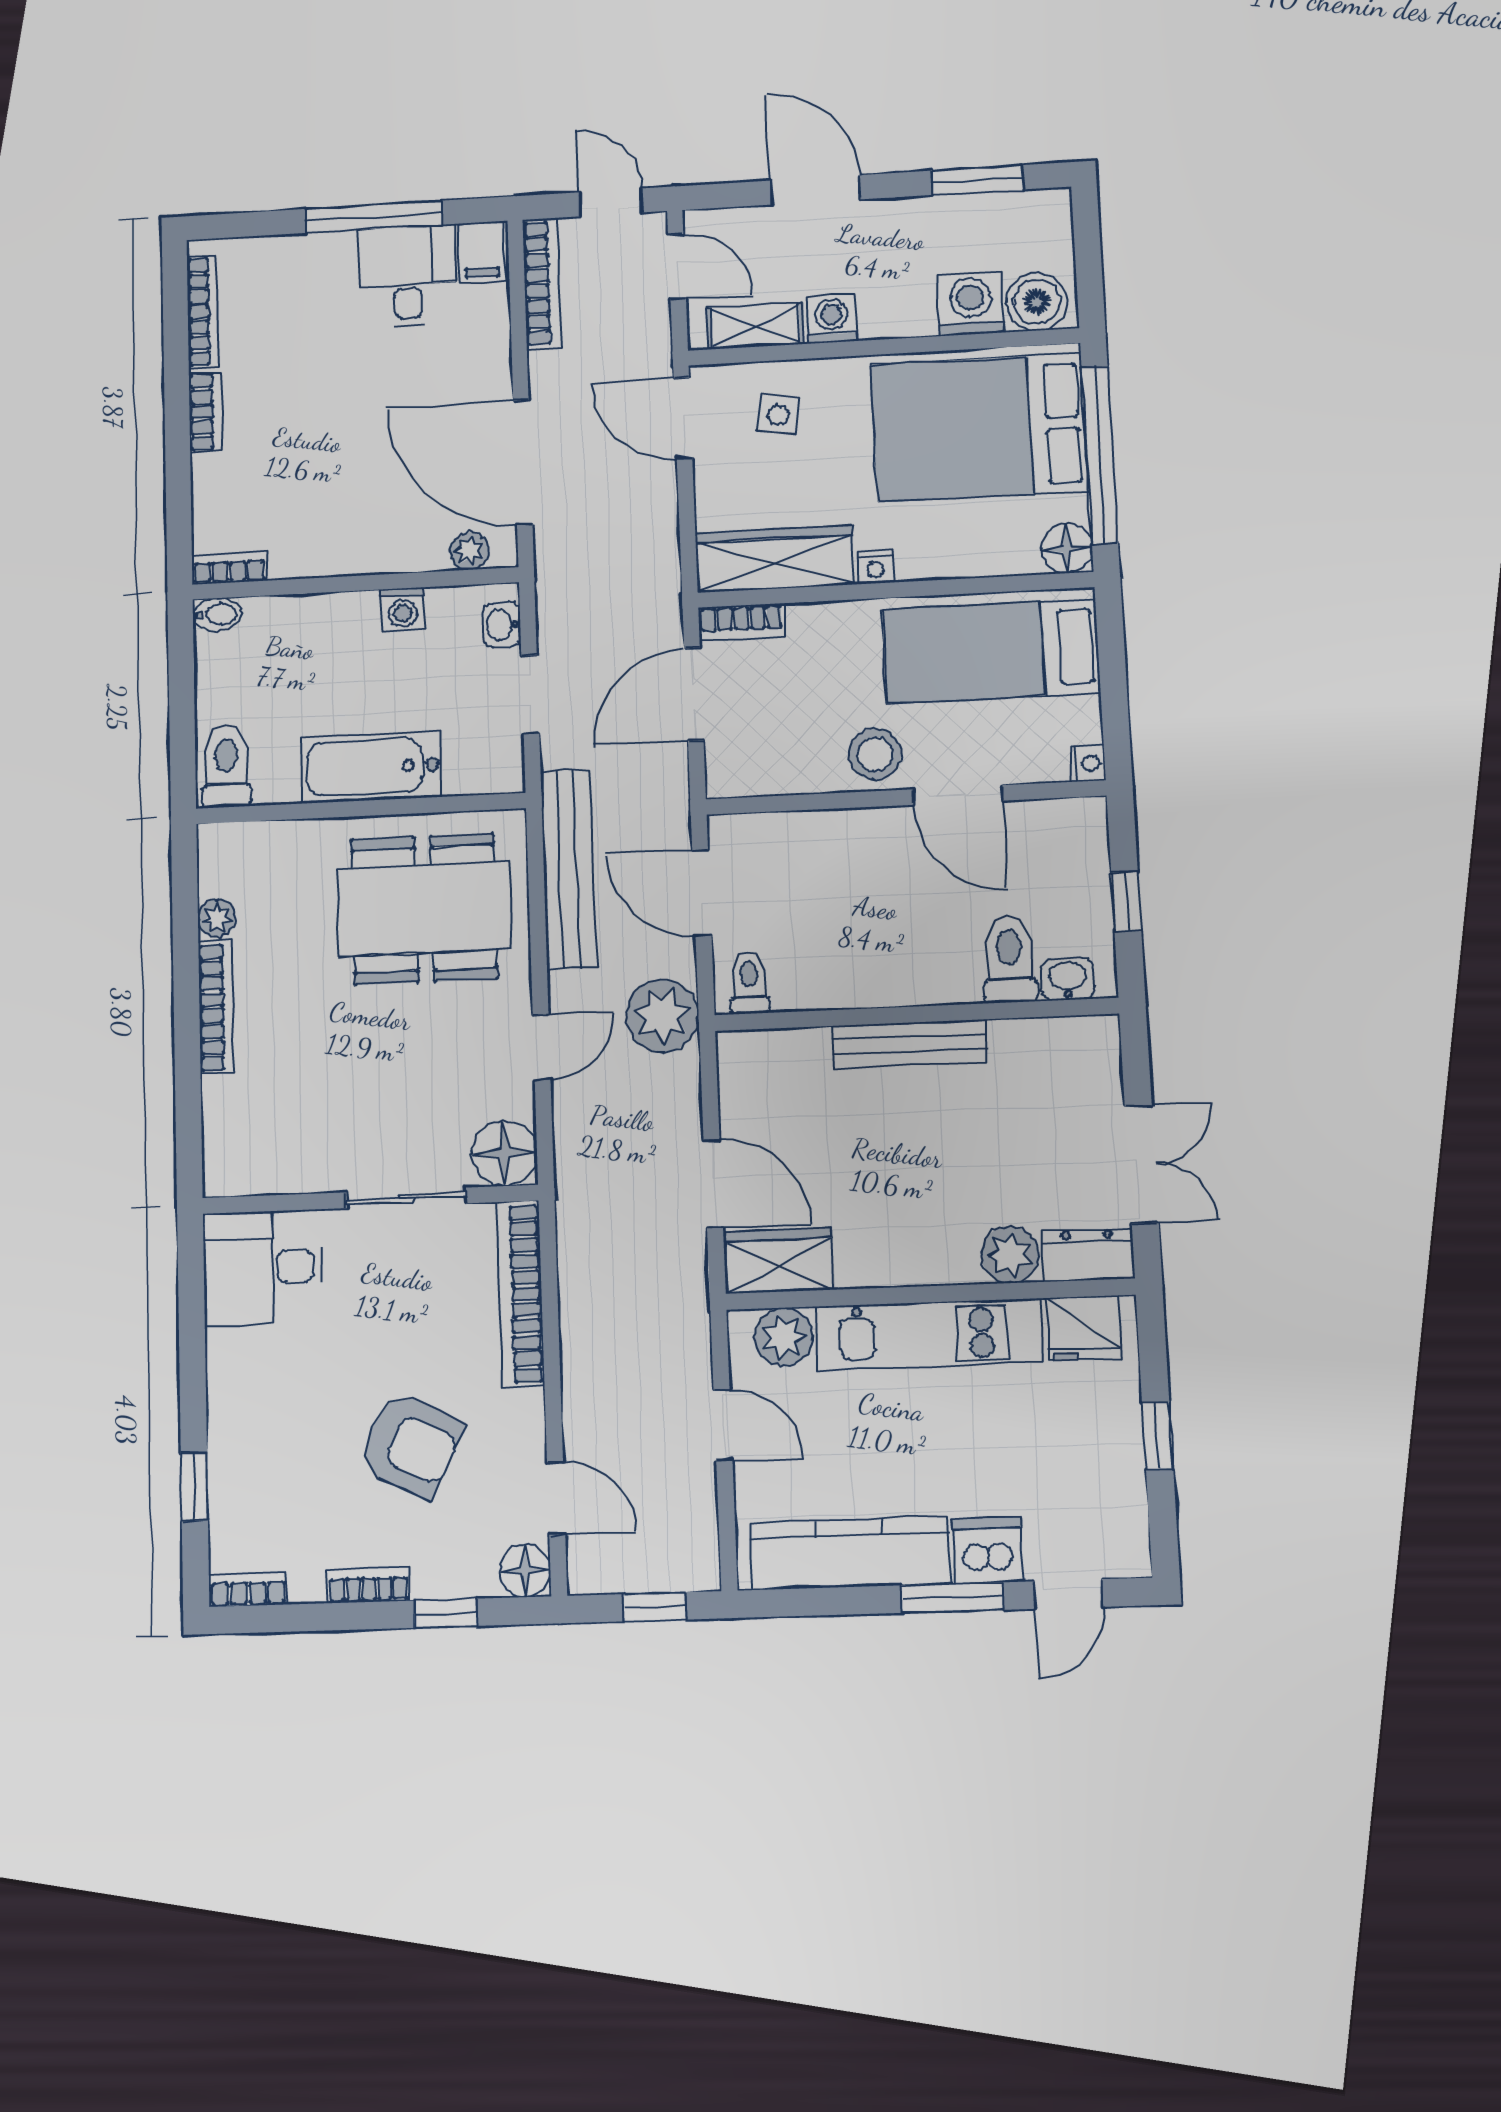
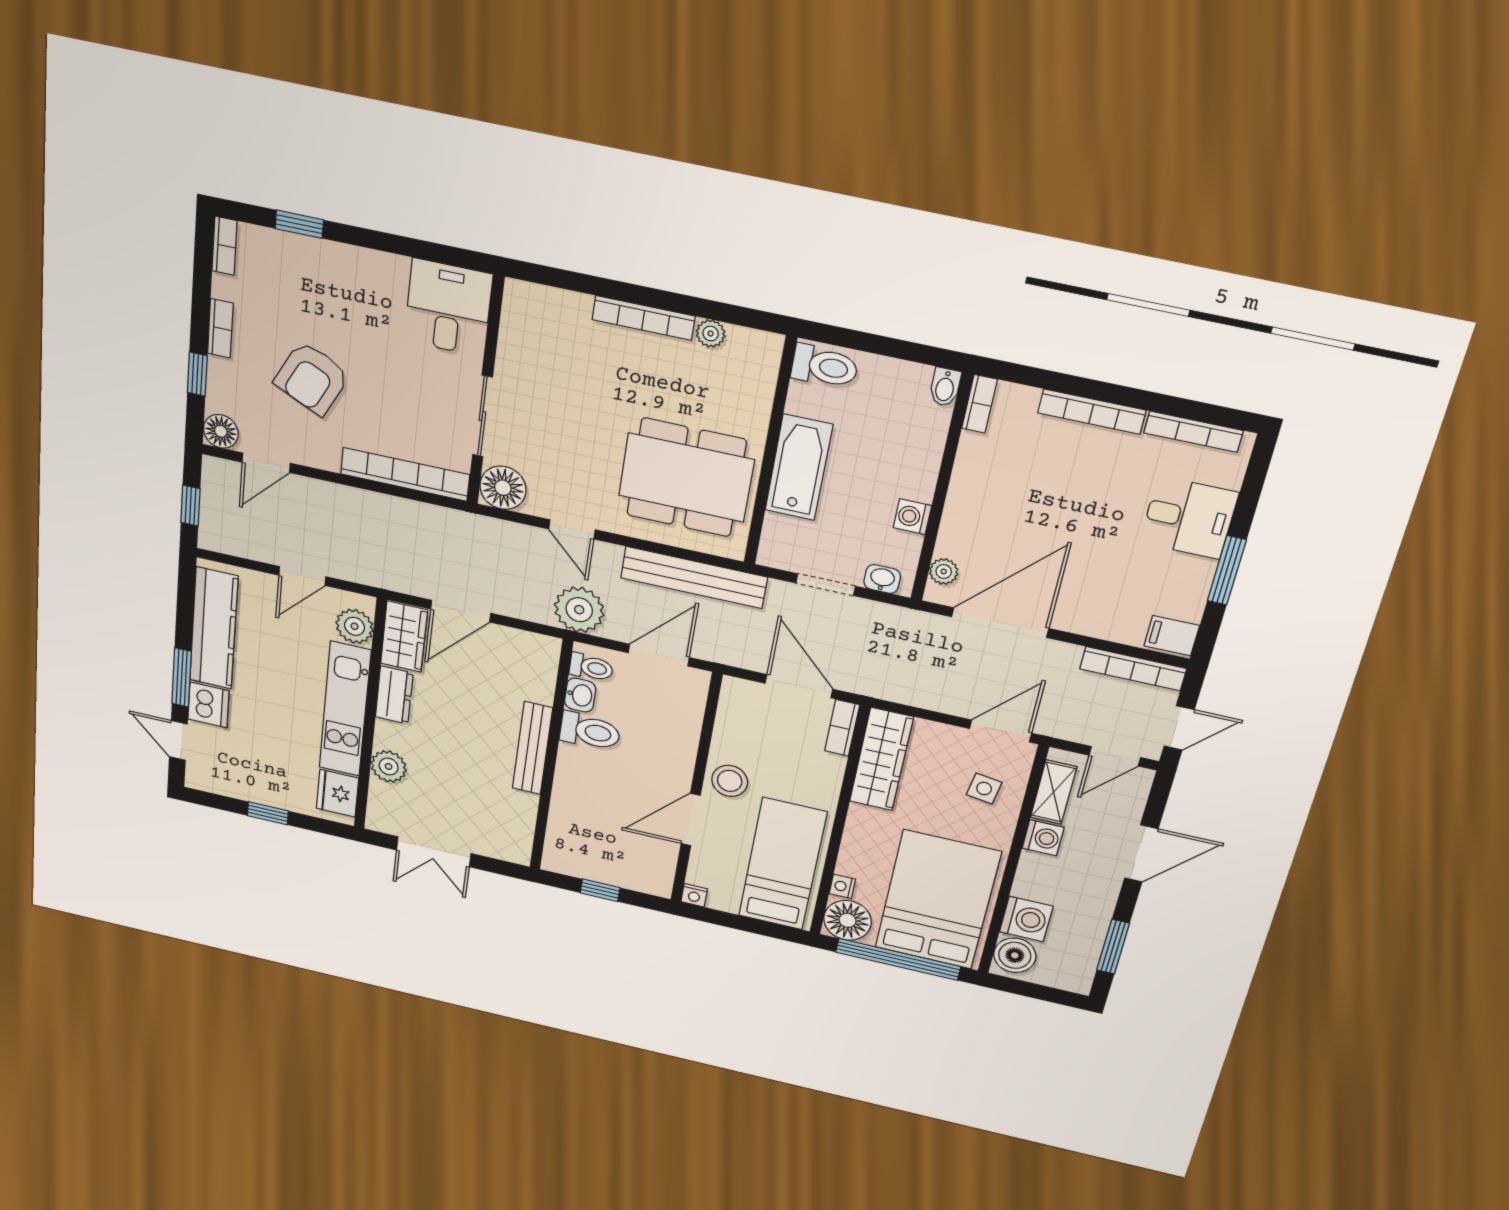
window: (374, 217) -> (1227, 570), width x0.69
desk: (408, 276) -> (1189, 518), moved
bookcase: (206, 412) -> (1092, 412), width x1.56
floor lamp: (1067, 548) -> (848, 920), width x1.38, depth x1.38
nightstand: (876, 567) -> (842, 886), moved
dining table: (424, 909) -> (686, 478), turned 90
toilet: (1009, 959) -> (590, 731), moved
washbasin: (1068, 979) -> (580, 695), moved
dresser: (1088, 1255) -> (394, 695), moved

